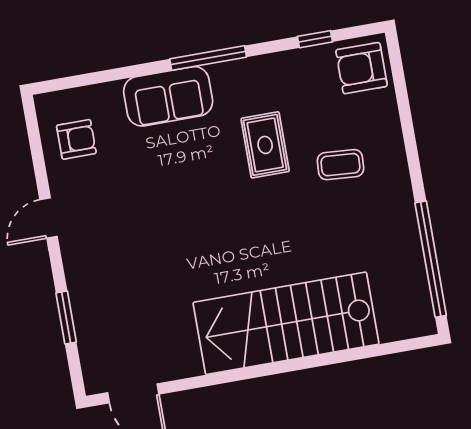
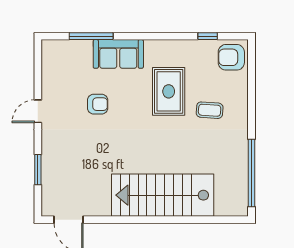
window: (208, 58) -> (91, 36), moved
armchair: (76, 139) -> (98, 104), moved
rug: (265, 145) -> (169, 91), width x1.36, depth x1.43

